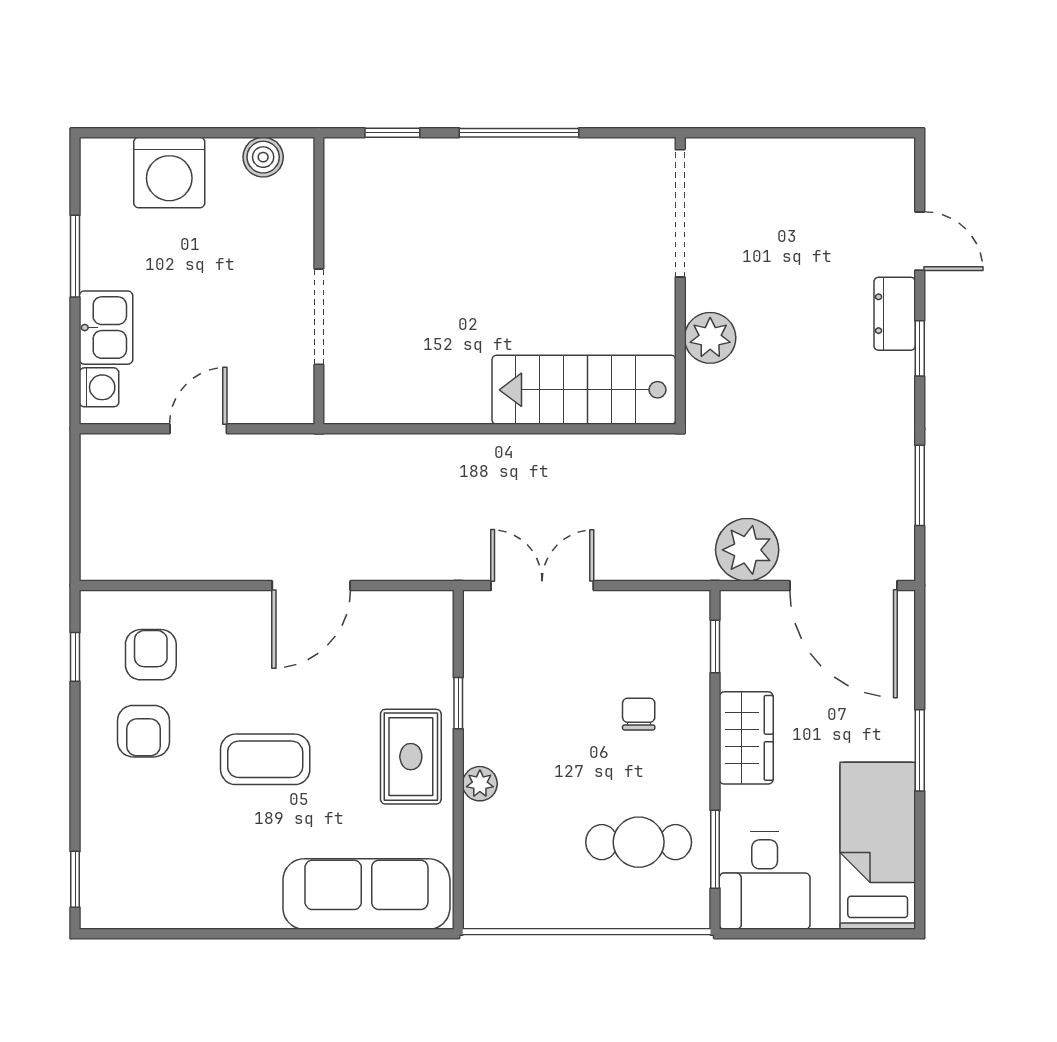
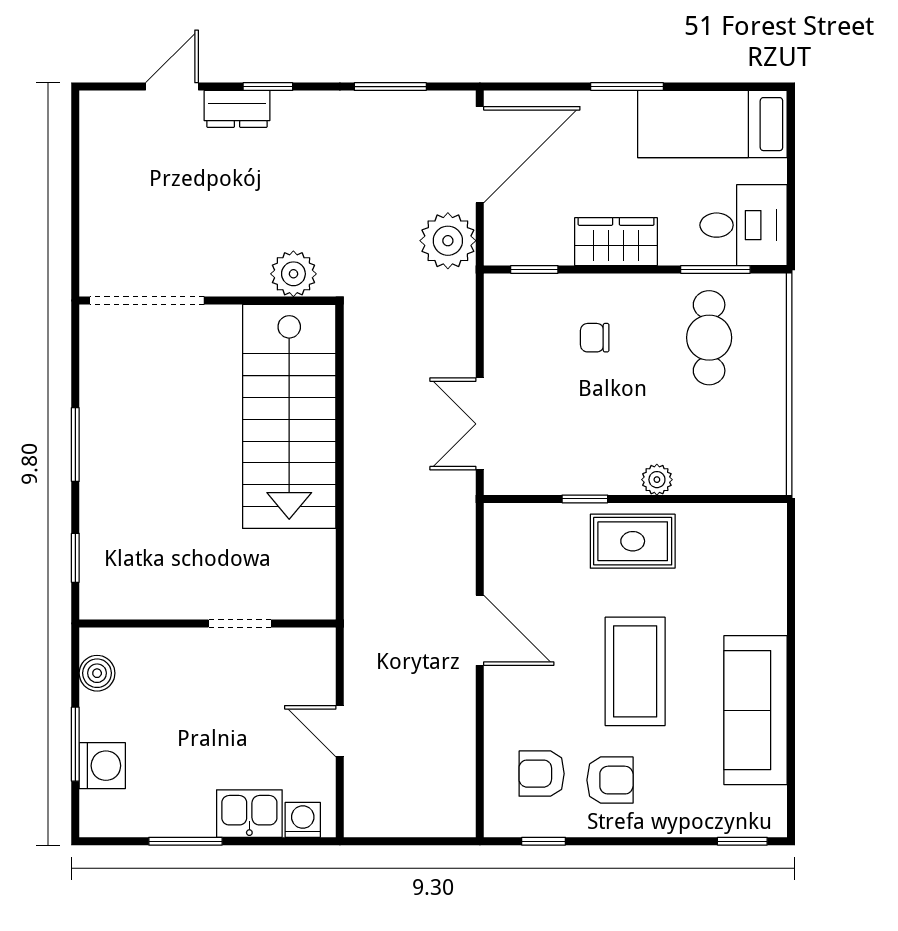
window: (184, 133) -> (75, 744), added
window: (519, 133) -> (75, 445), width x0.69
washing machine: (169, 172) -> (102, 766), width x0.73, depth x0.73
doorway: (319, 317) -> (240, 623), width x0.73
plant: (710, 338) -> (293, 274), moved
stairs: (584, 390) -> (289, 416), width x1.36, depth x1.51
coffee table: (265, 759) -> (635, 671), width x1.36, depth x1.32
sofa: (366, 894) -> (756, 710), moved

